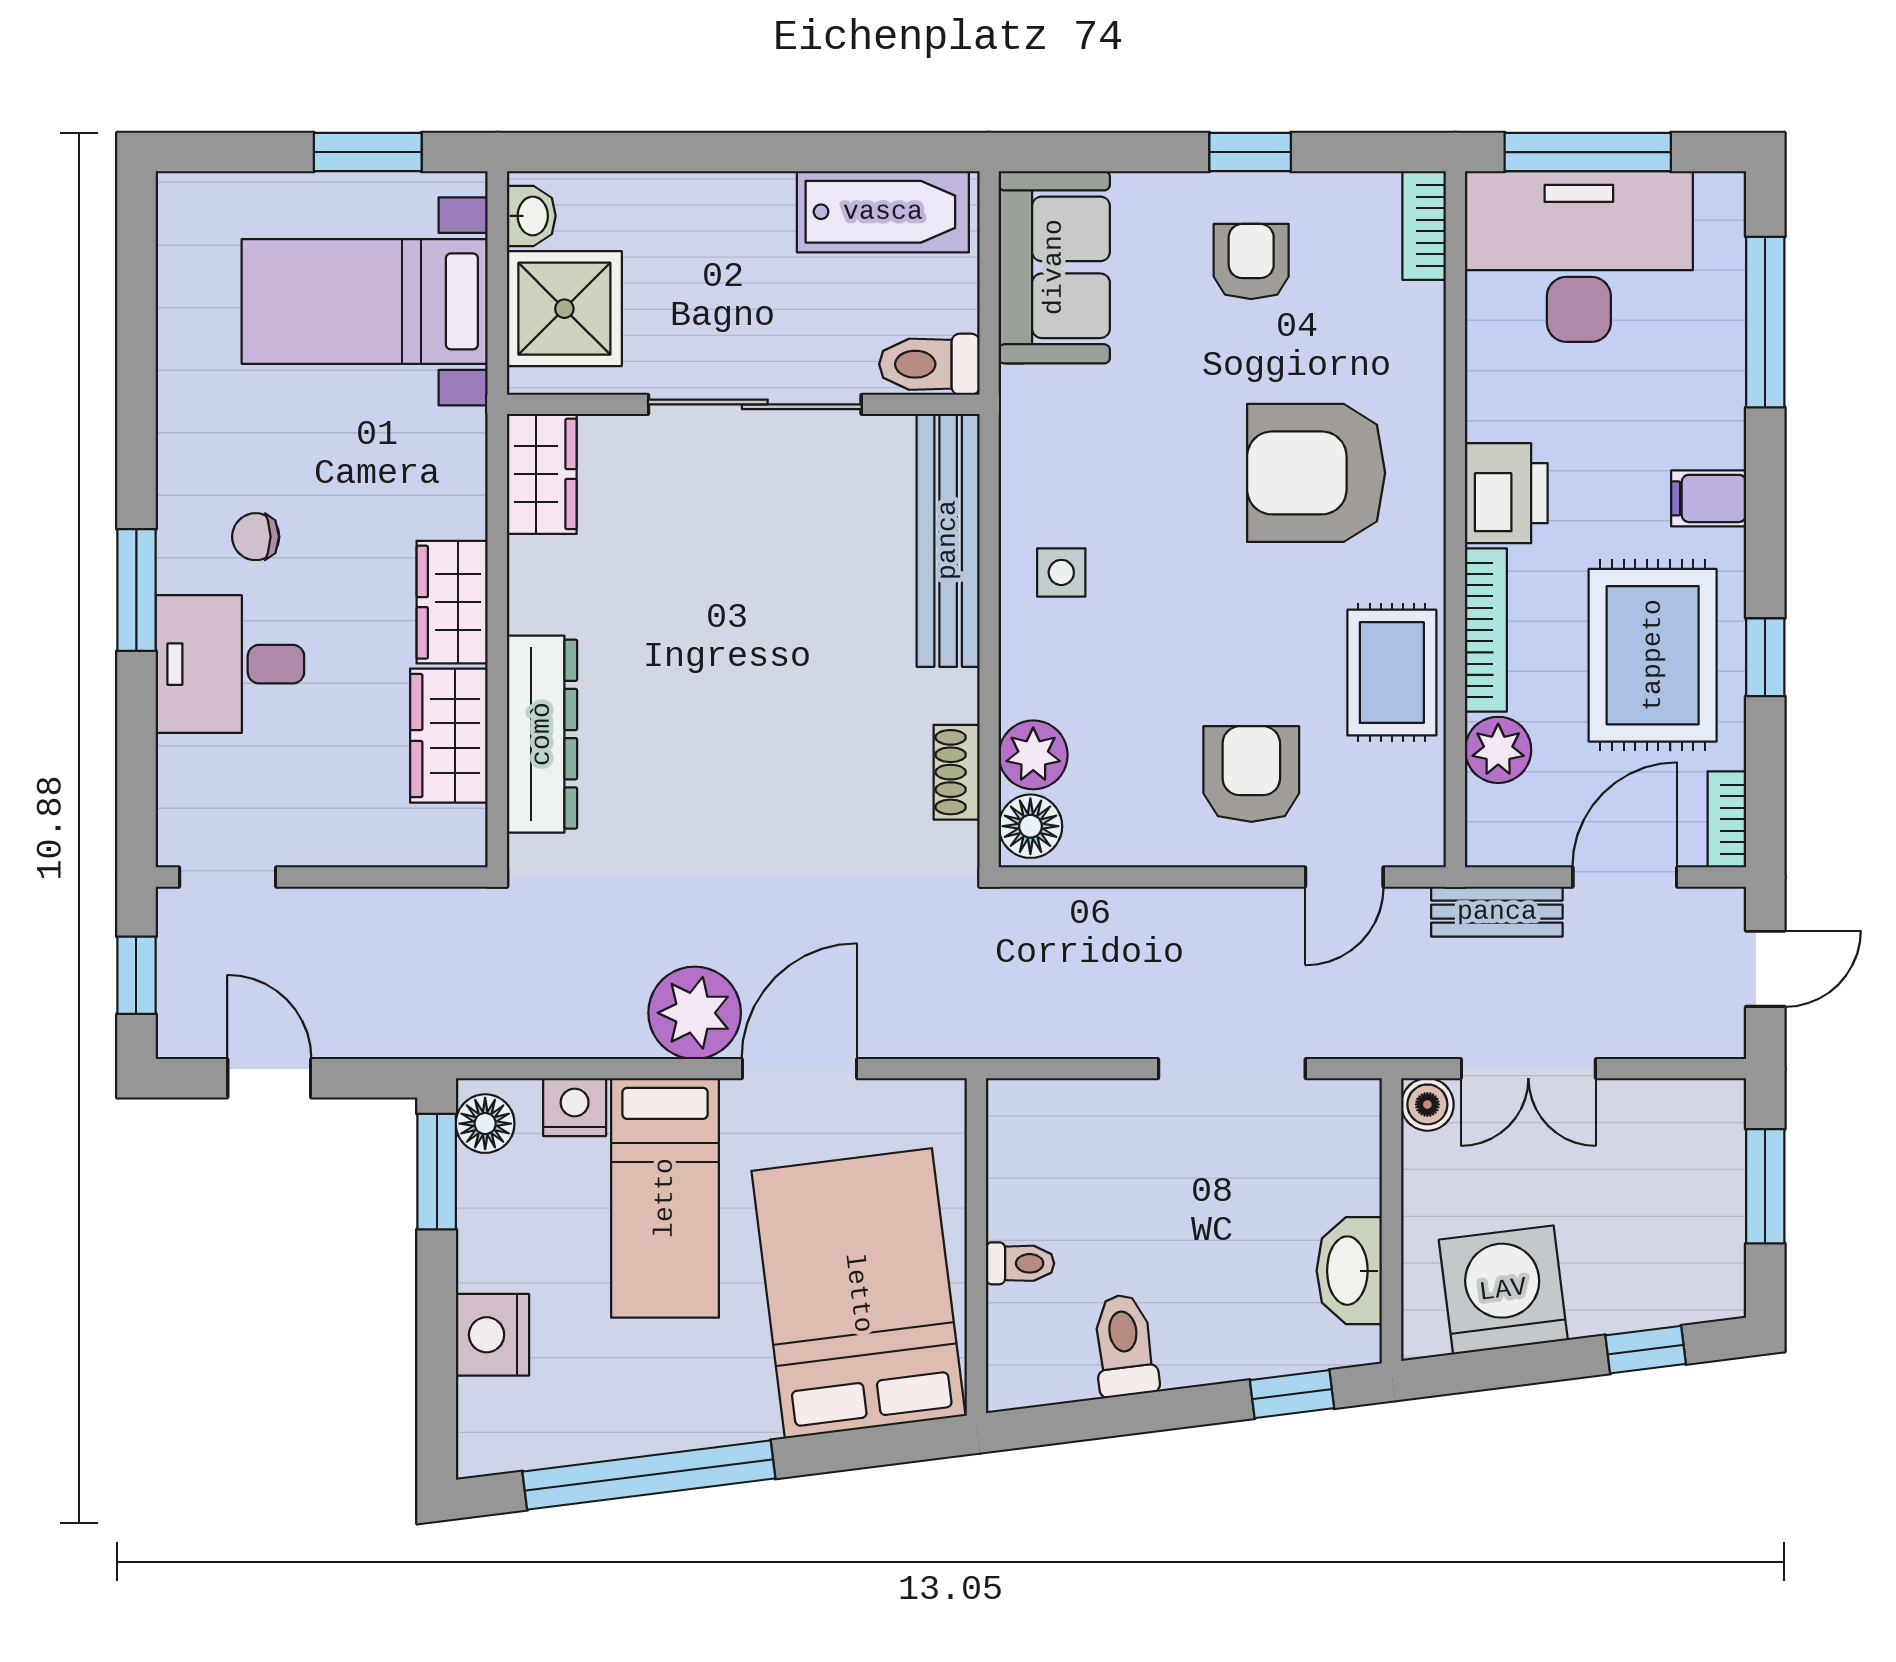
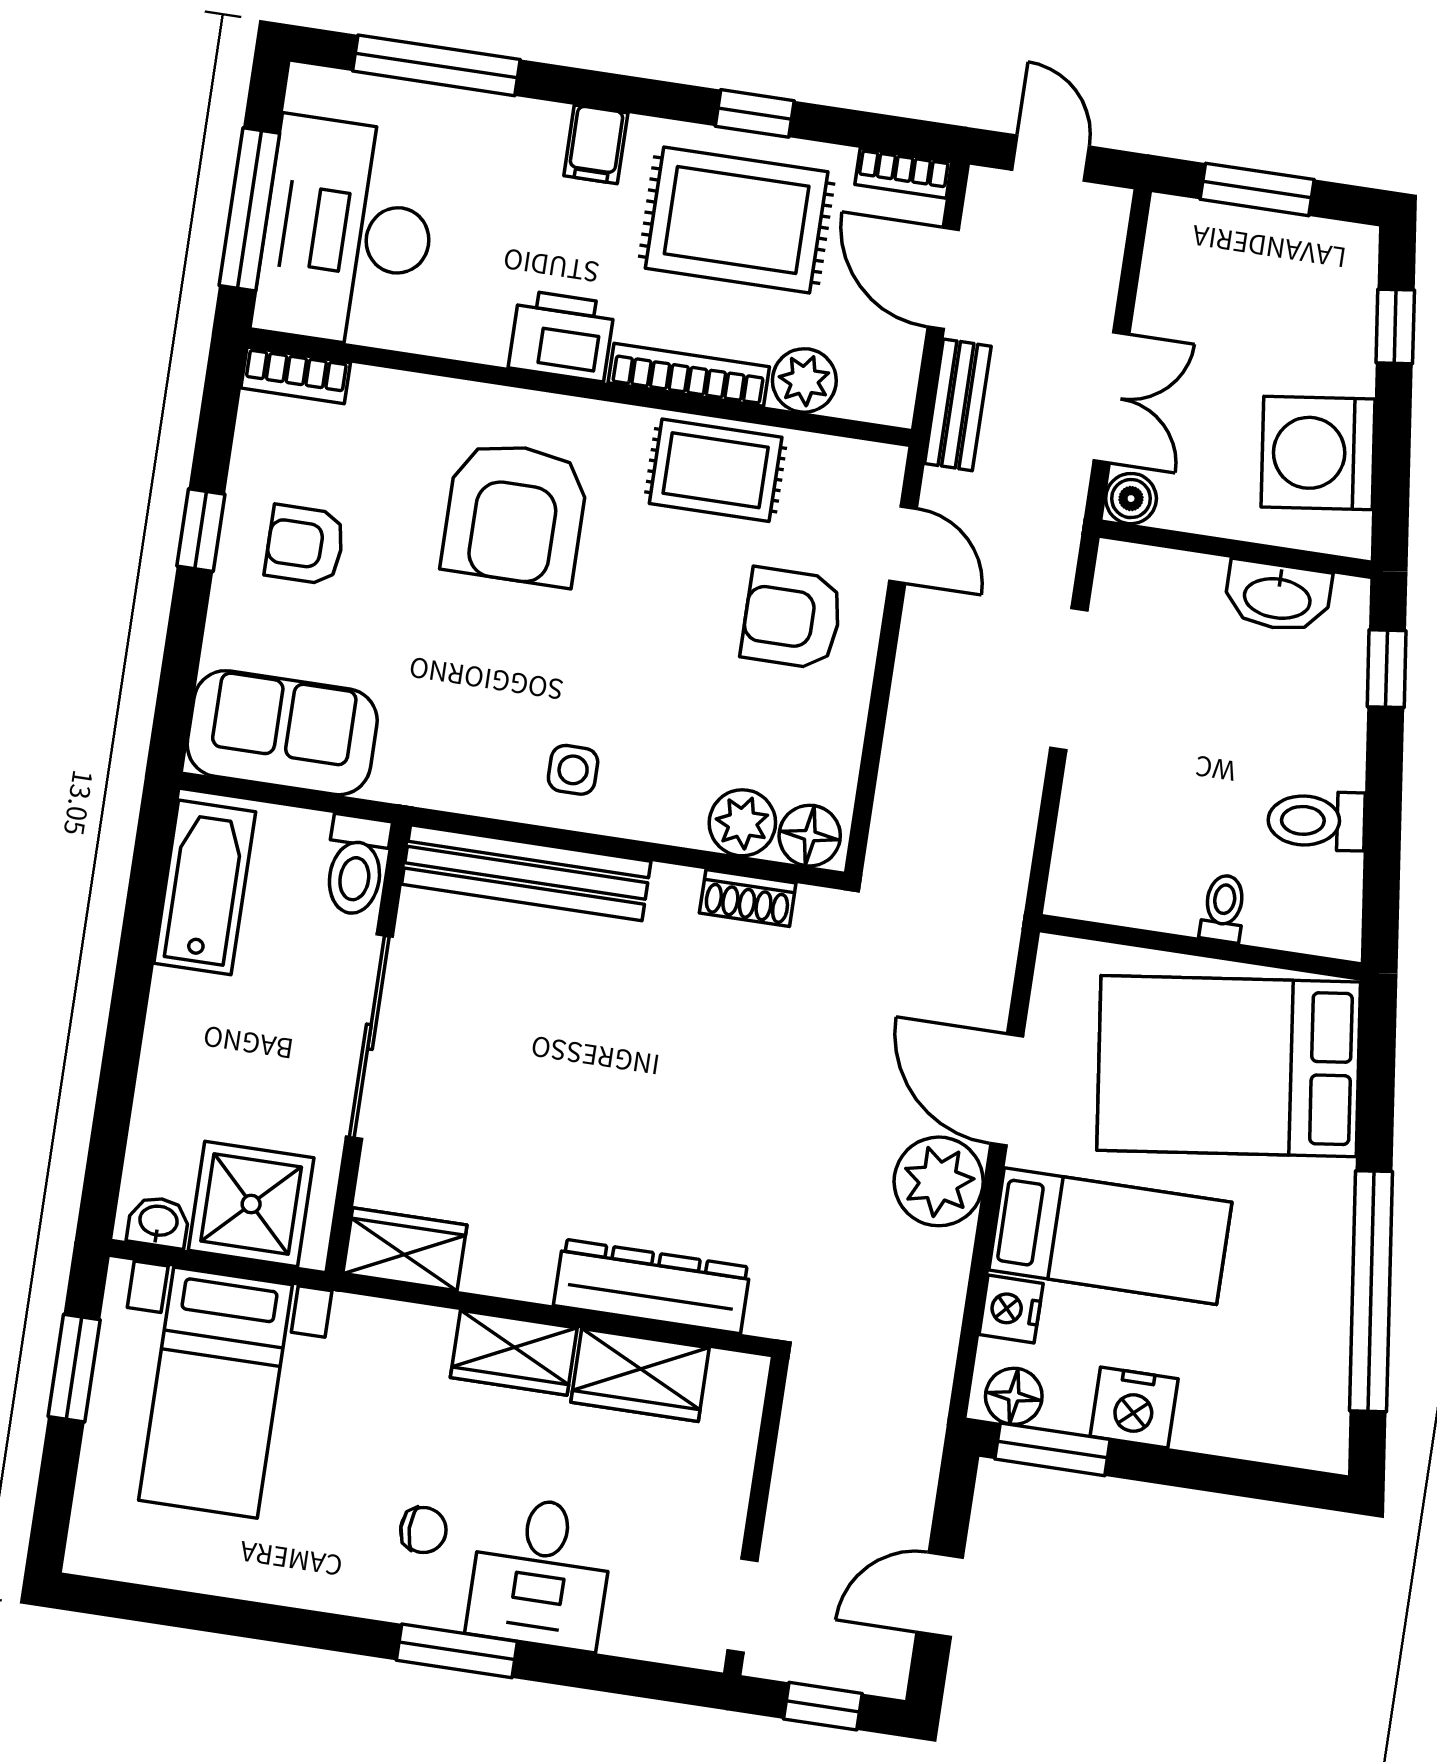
chair: (256, 537) -> (423, 1530), turned -90
nightstand: (492, 1335) -> (1134, 1407), moved

